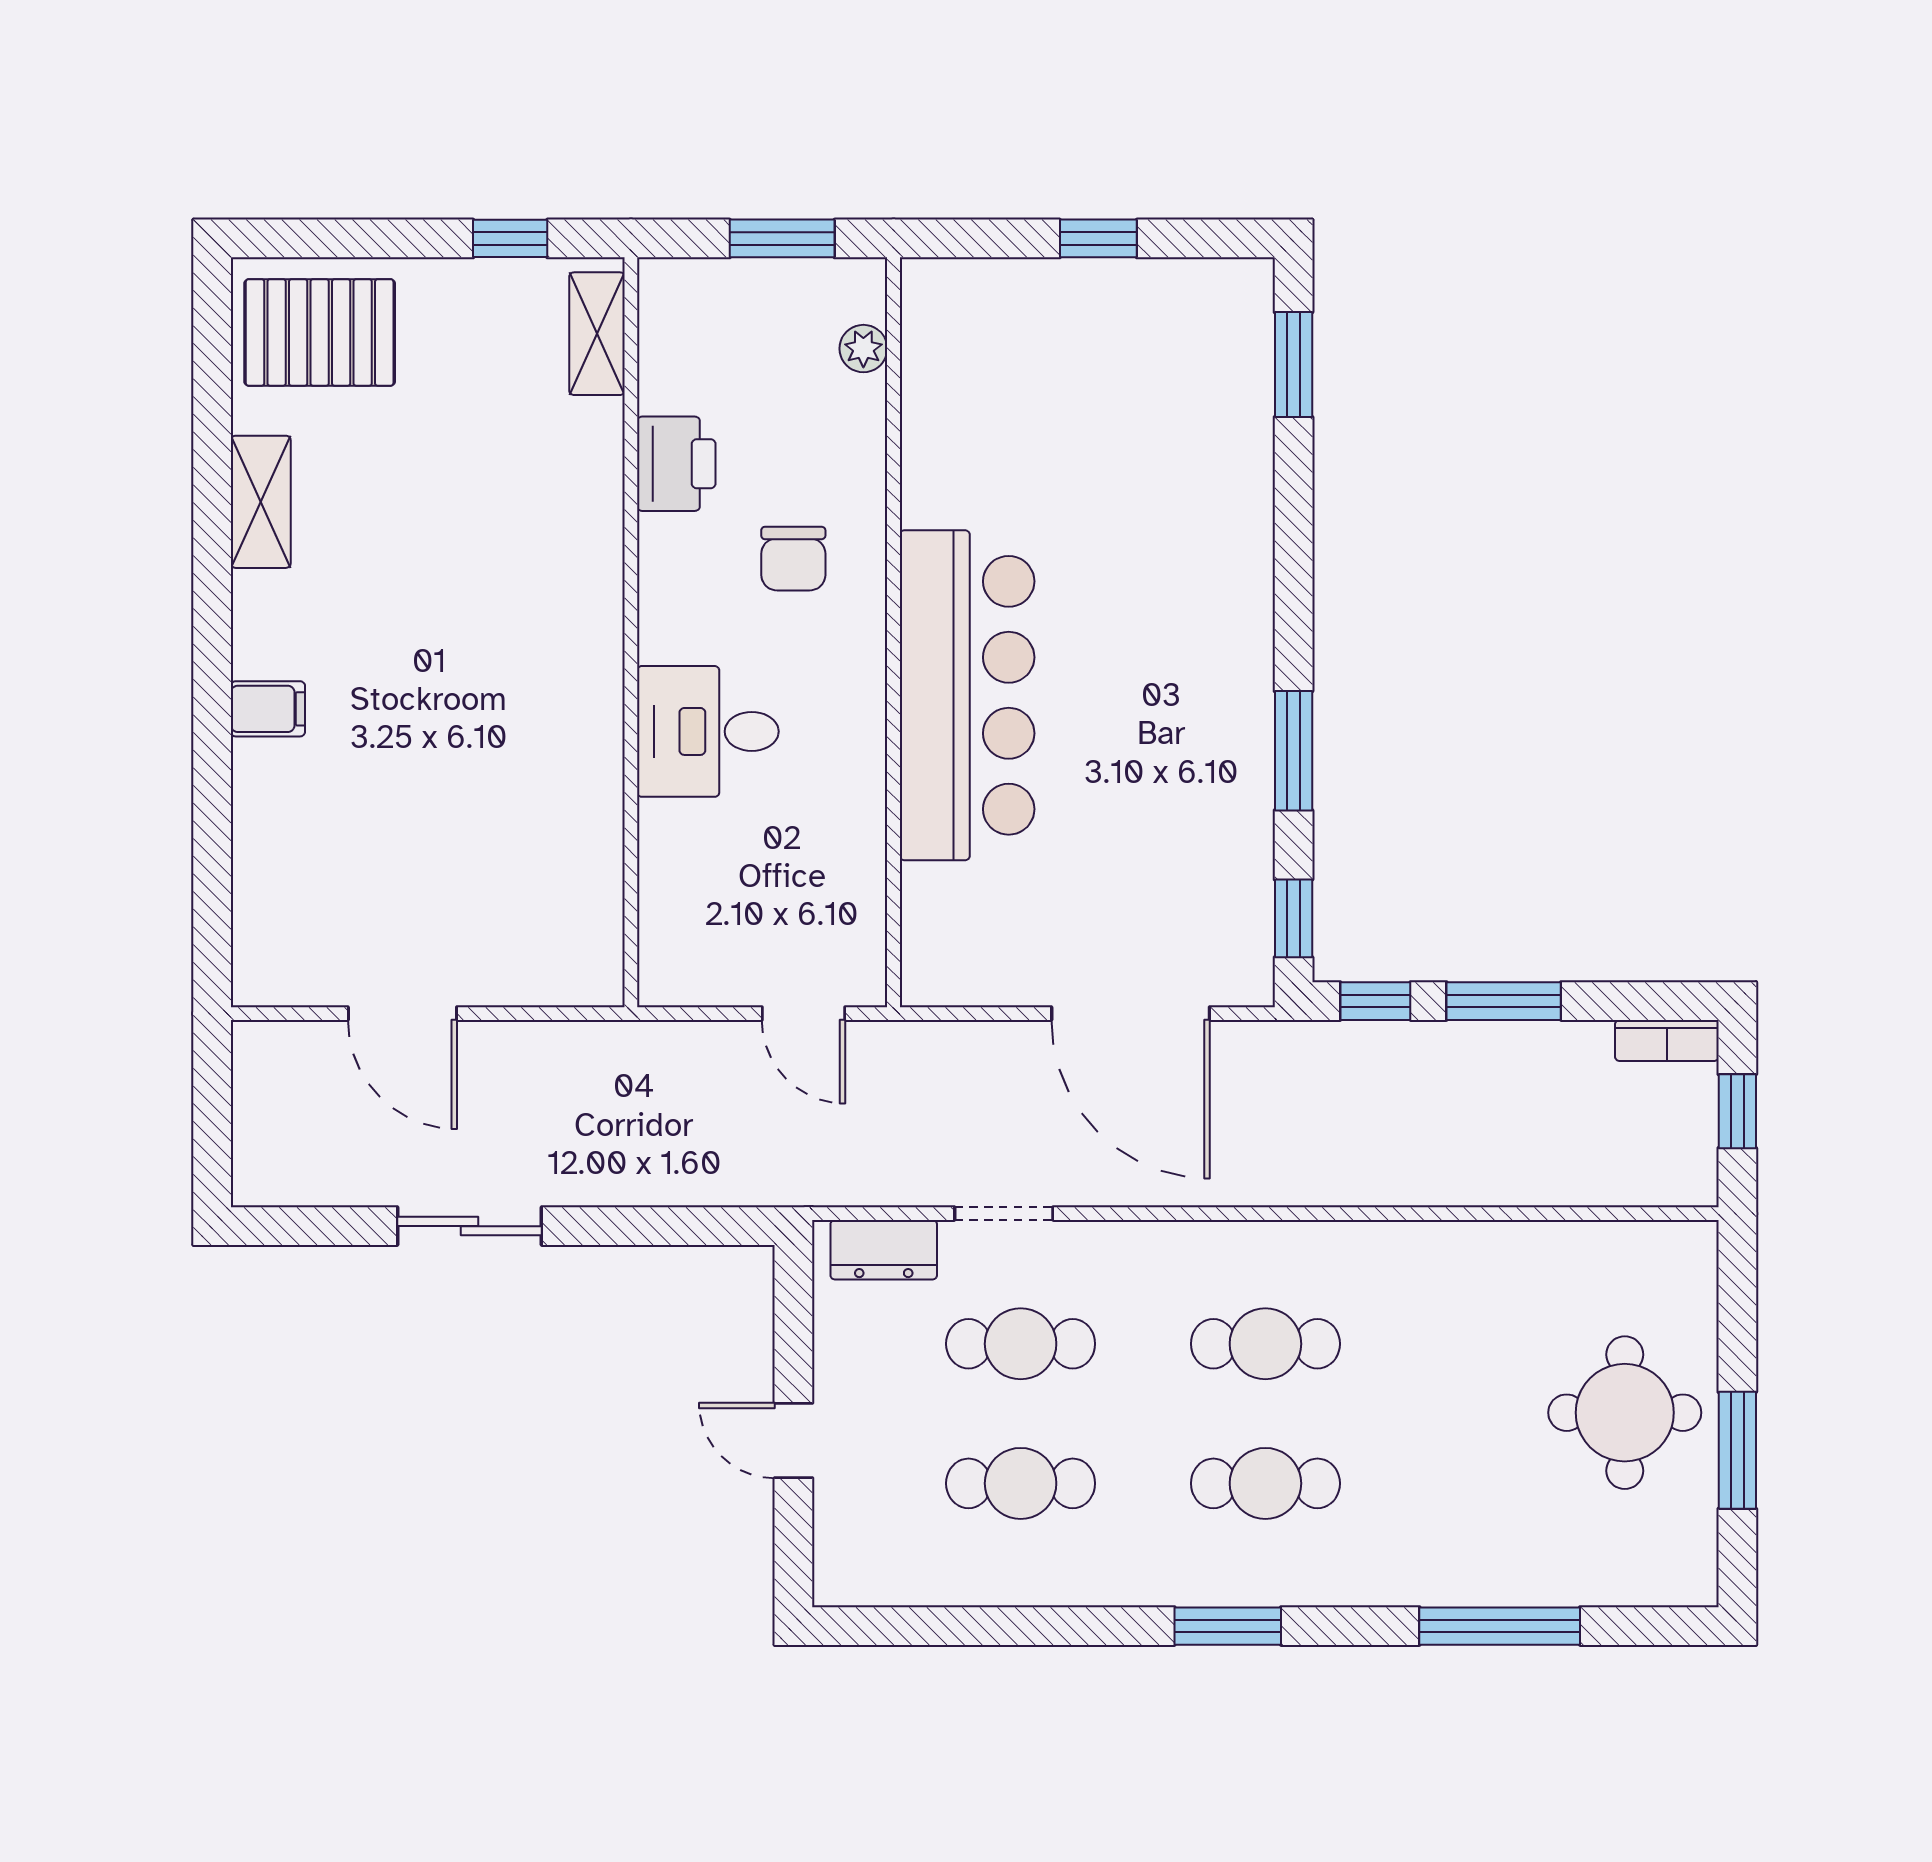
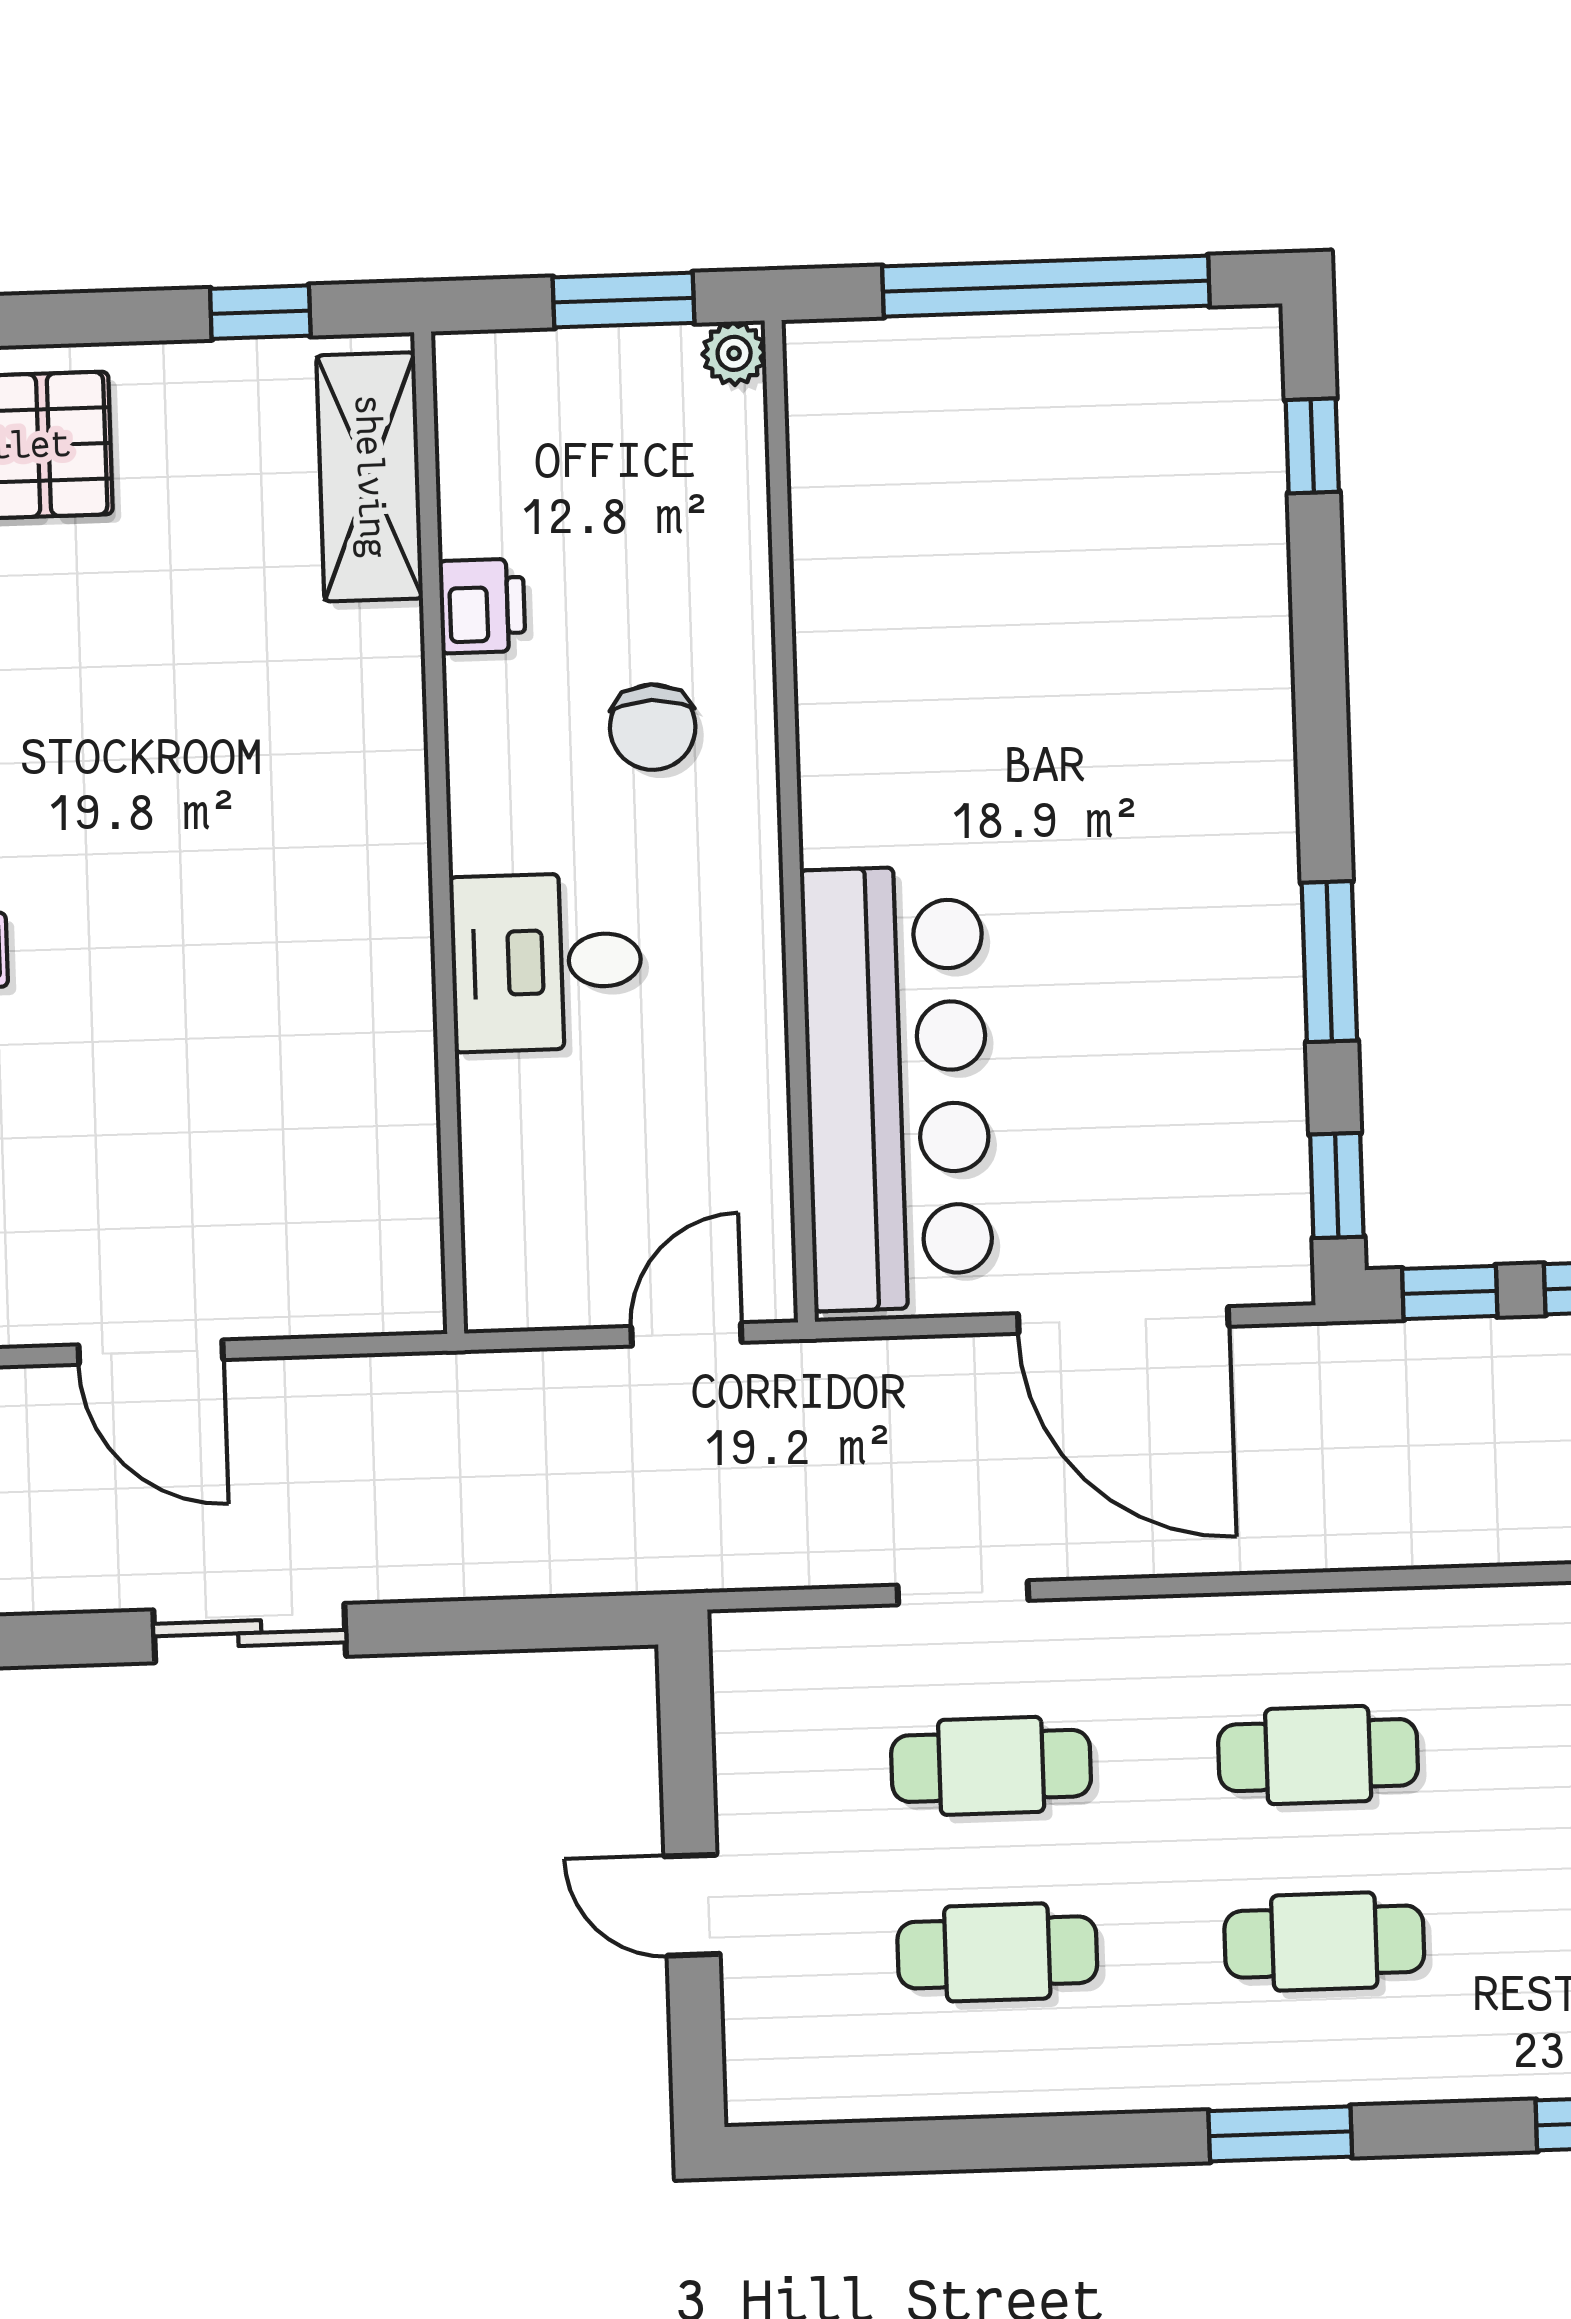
window: (1098, 238) -> (1046, 286), width x3.17
shelving: (597, 334) -> (370, 477), width x1.50, depth x1.33
plant: (863, 349) -> (734, 353), moved
window: (1294, 365) -> (1312, 446), width x0.67
printer: (676, 464) -> (482, 606), width x0.73, depth x0.81
bar counter: (967, 695) -> (897, 1088), moved
door: (803, 1014) -> (686, 1334), swing flipped
dresser: (884, 1250) -> (804, 1646), removed

